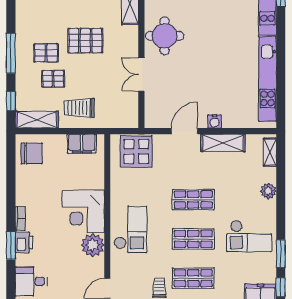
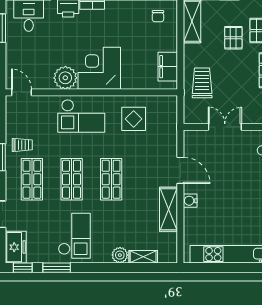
double door: (141, 75) -> (225, 127), moved
trolley: (79, 108) -> (202, 83), moved
display table: (136, 151) -> (134, 119), moved, width x0.73, depth x0.73
shelving: (270, 152) -> (143, 257), moved
chair: (32, 153) -> (158, 16), width x0.54, depth x0.54
checkout: (249, 236) -> (74, 236), turned 180

